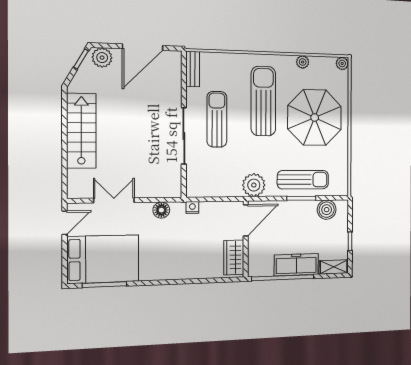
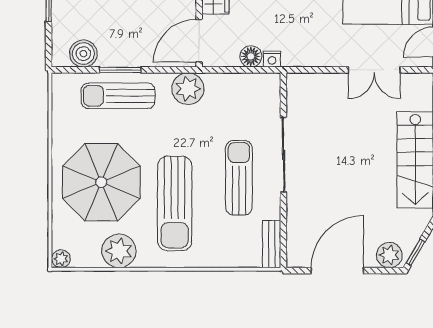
plant: (303, 62) -> (119, 251), width x1.87, depth x1.87
sun lounger: (217, 119) -> (239, 178), turned 180
floor lamp: (161, 210) -> (251, 56), moved

